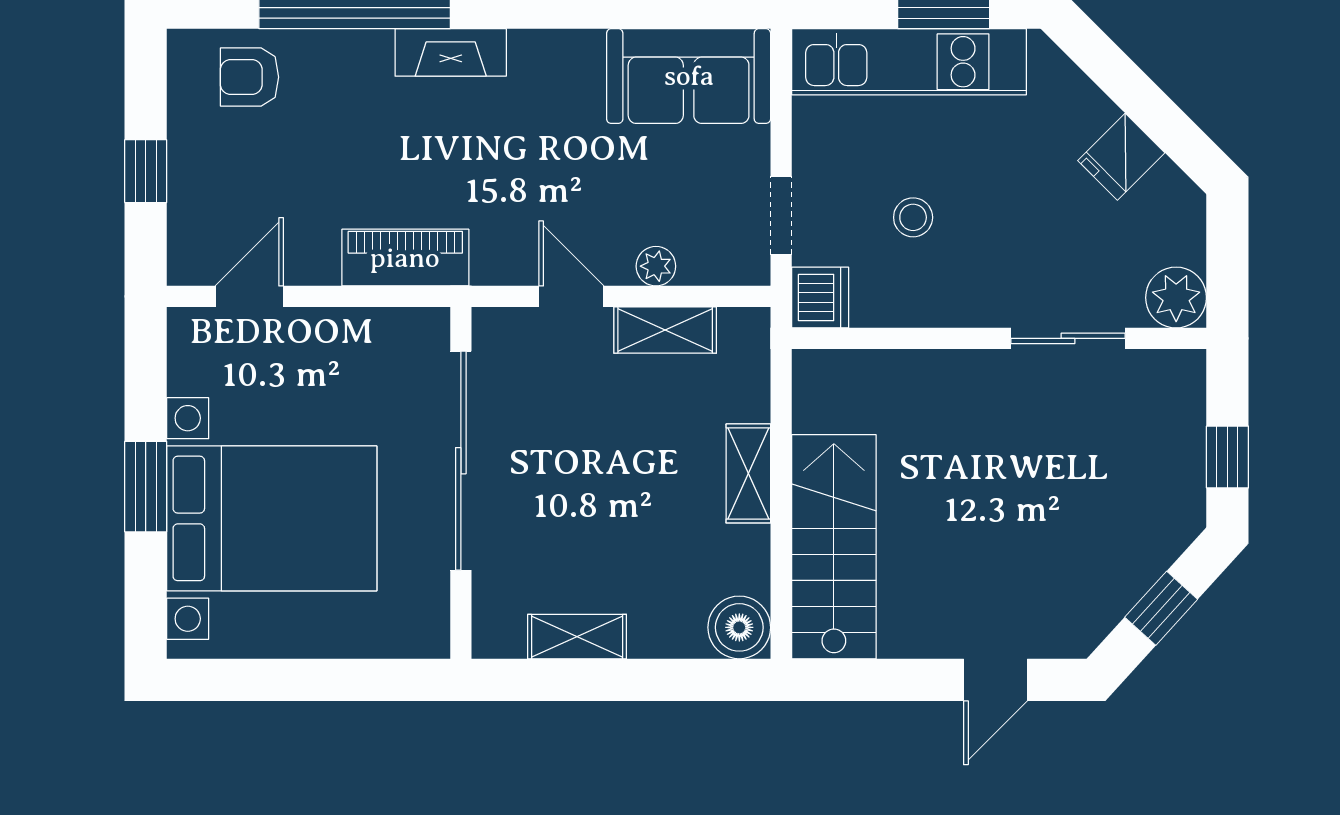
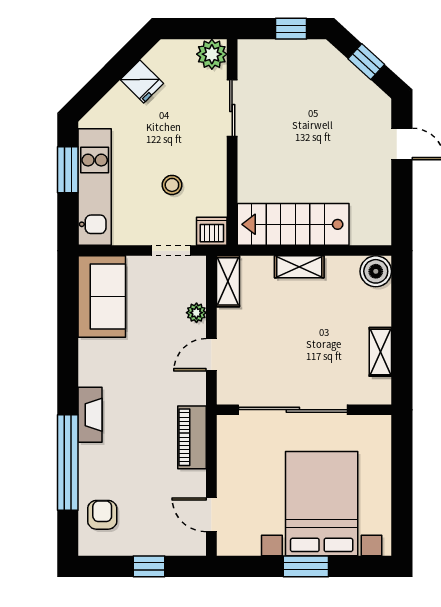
armchair: (249, 77) -> (102, 515), turned 180
shelving: (665, 330) -> (228, 281), moved
stairs: (834, 547) -> (293, 224), moved

